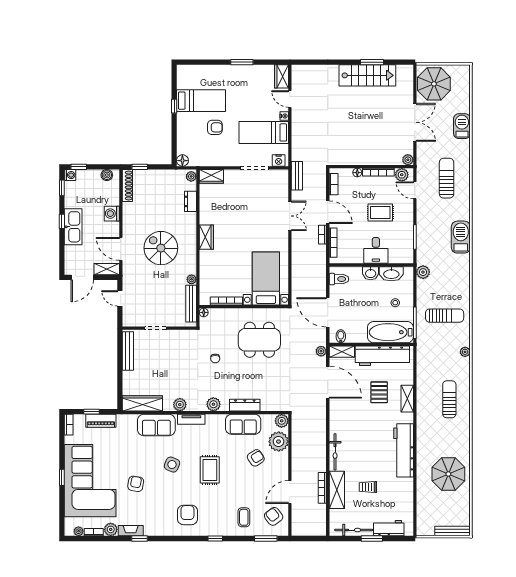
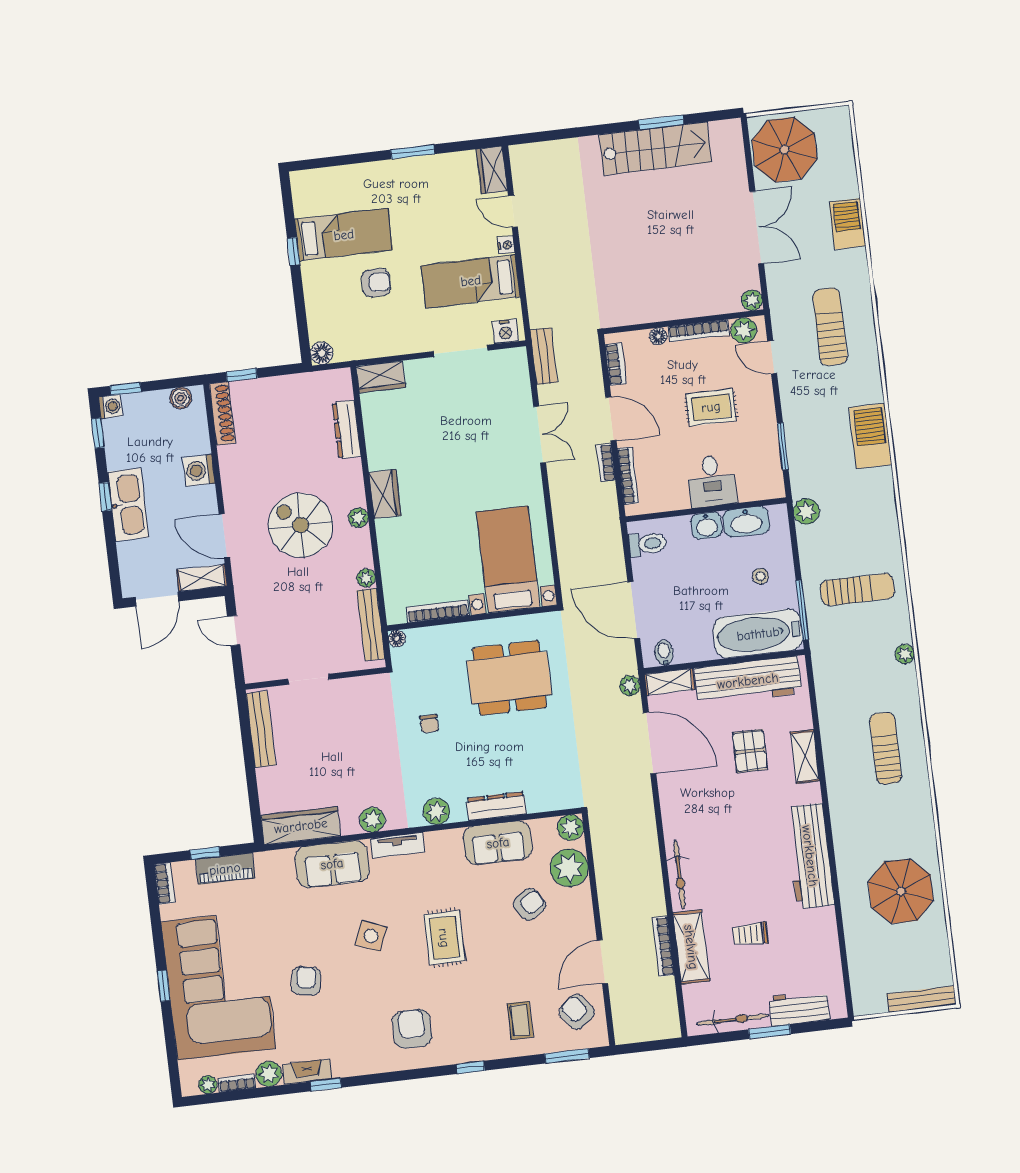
plant: (191, 176) -> (358, 518), moved
dresser: (191, 201) -> (346, 429), width x1.44

